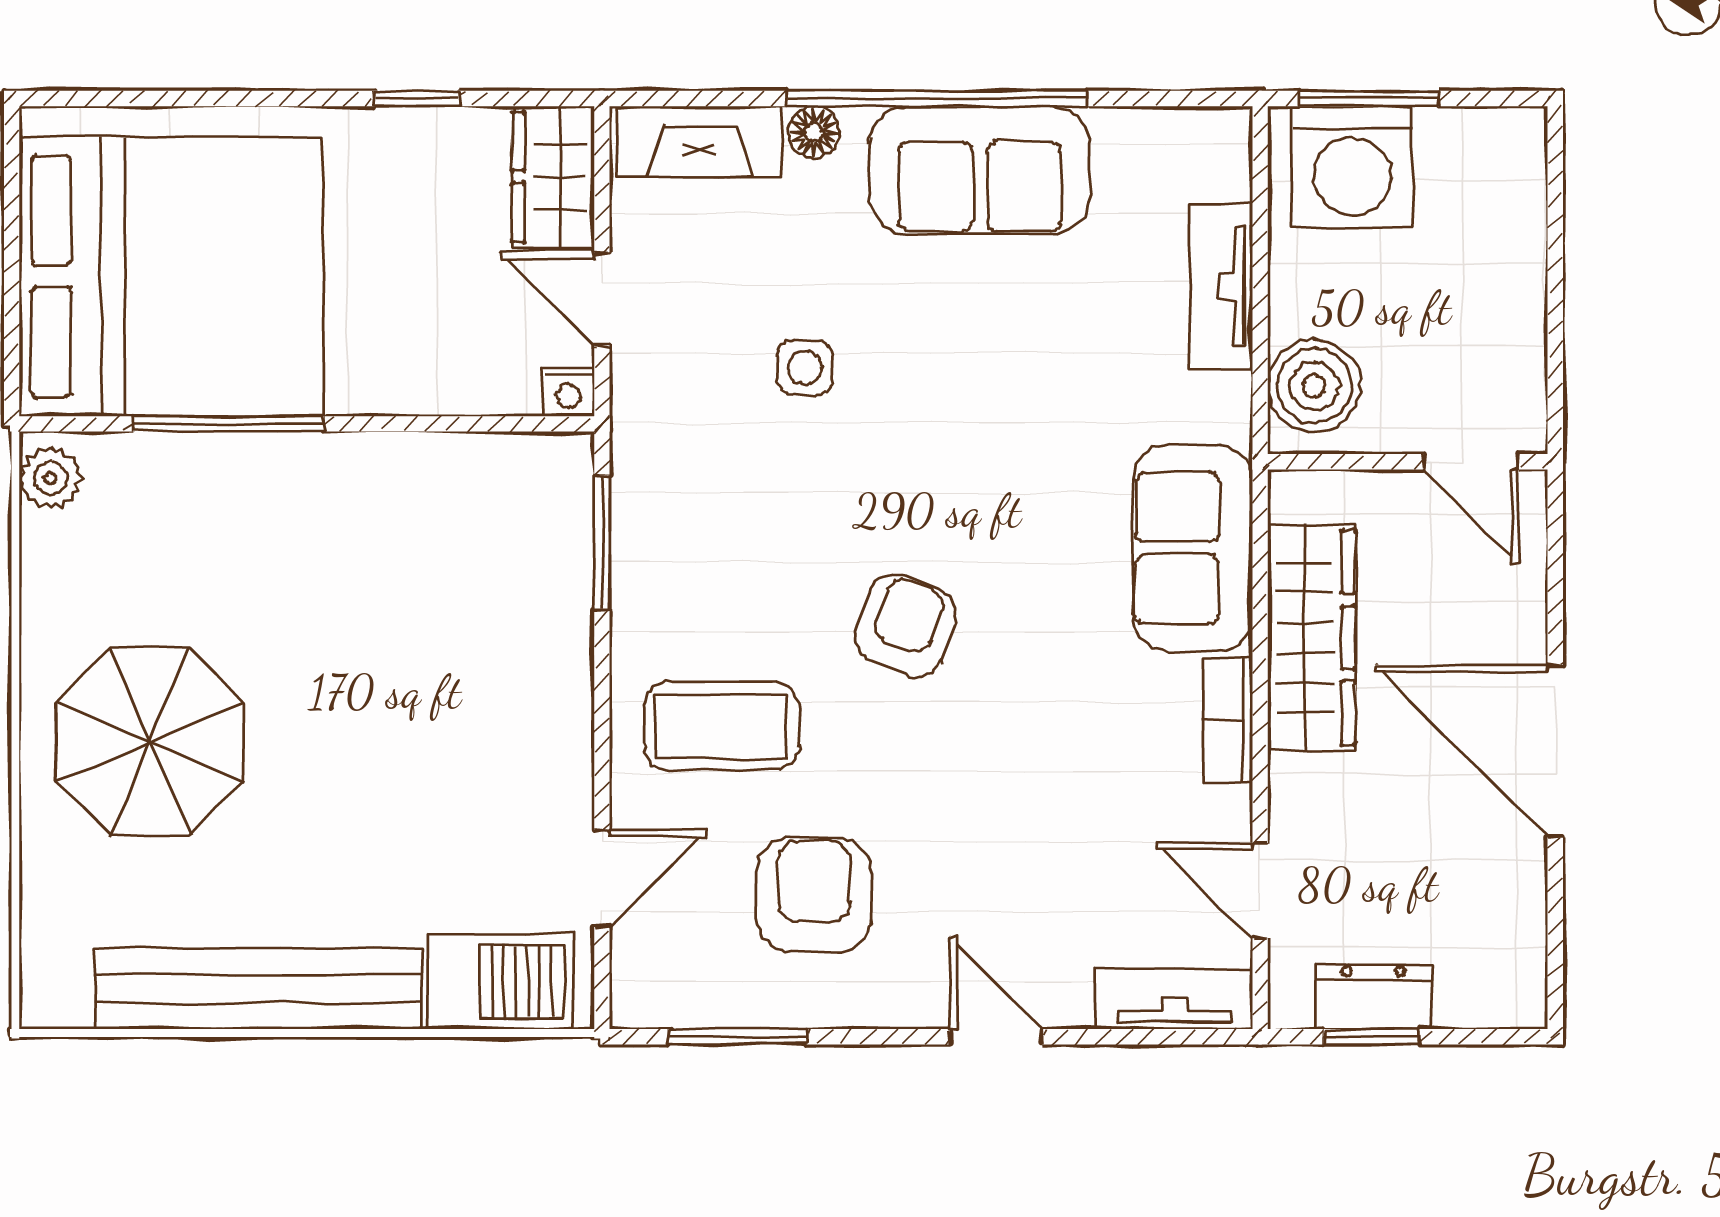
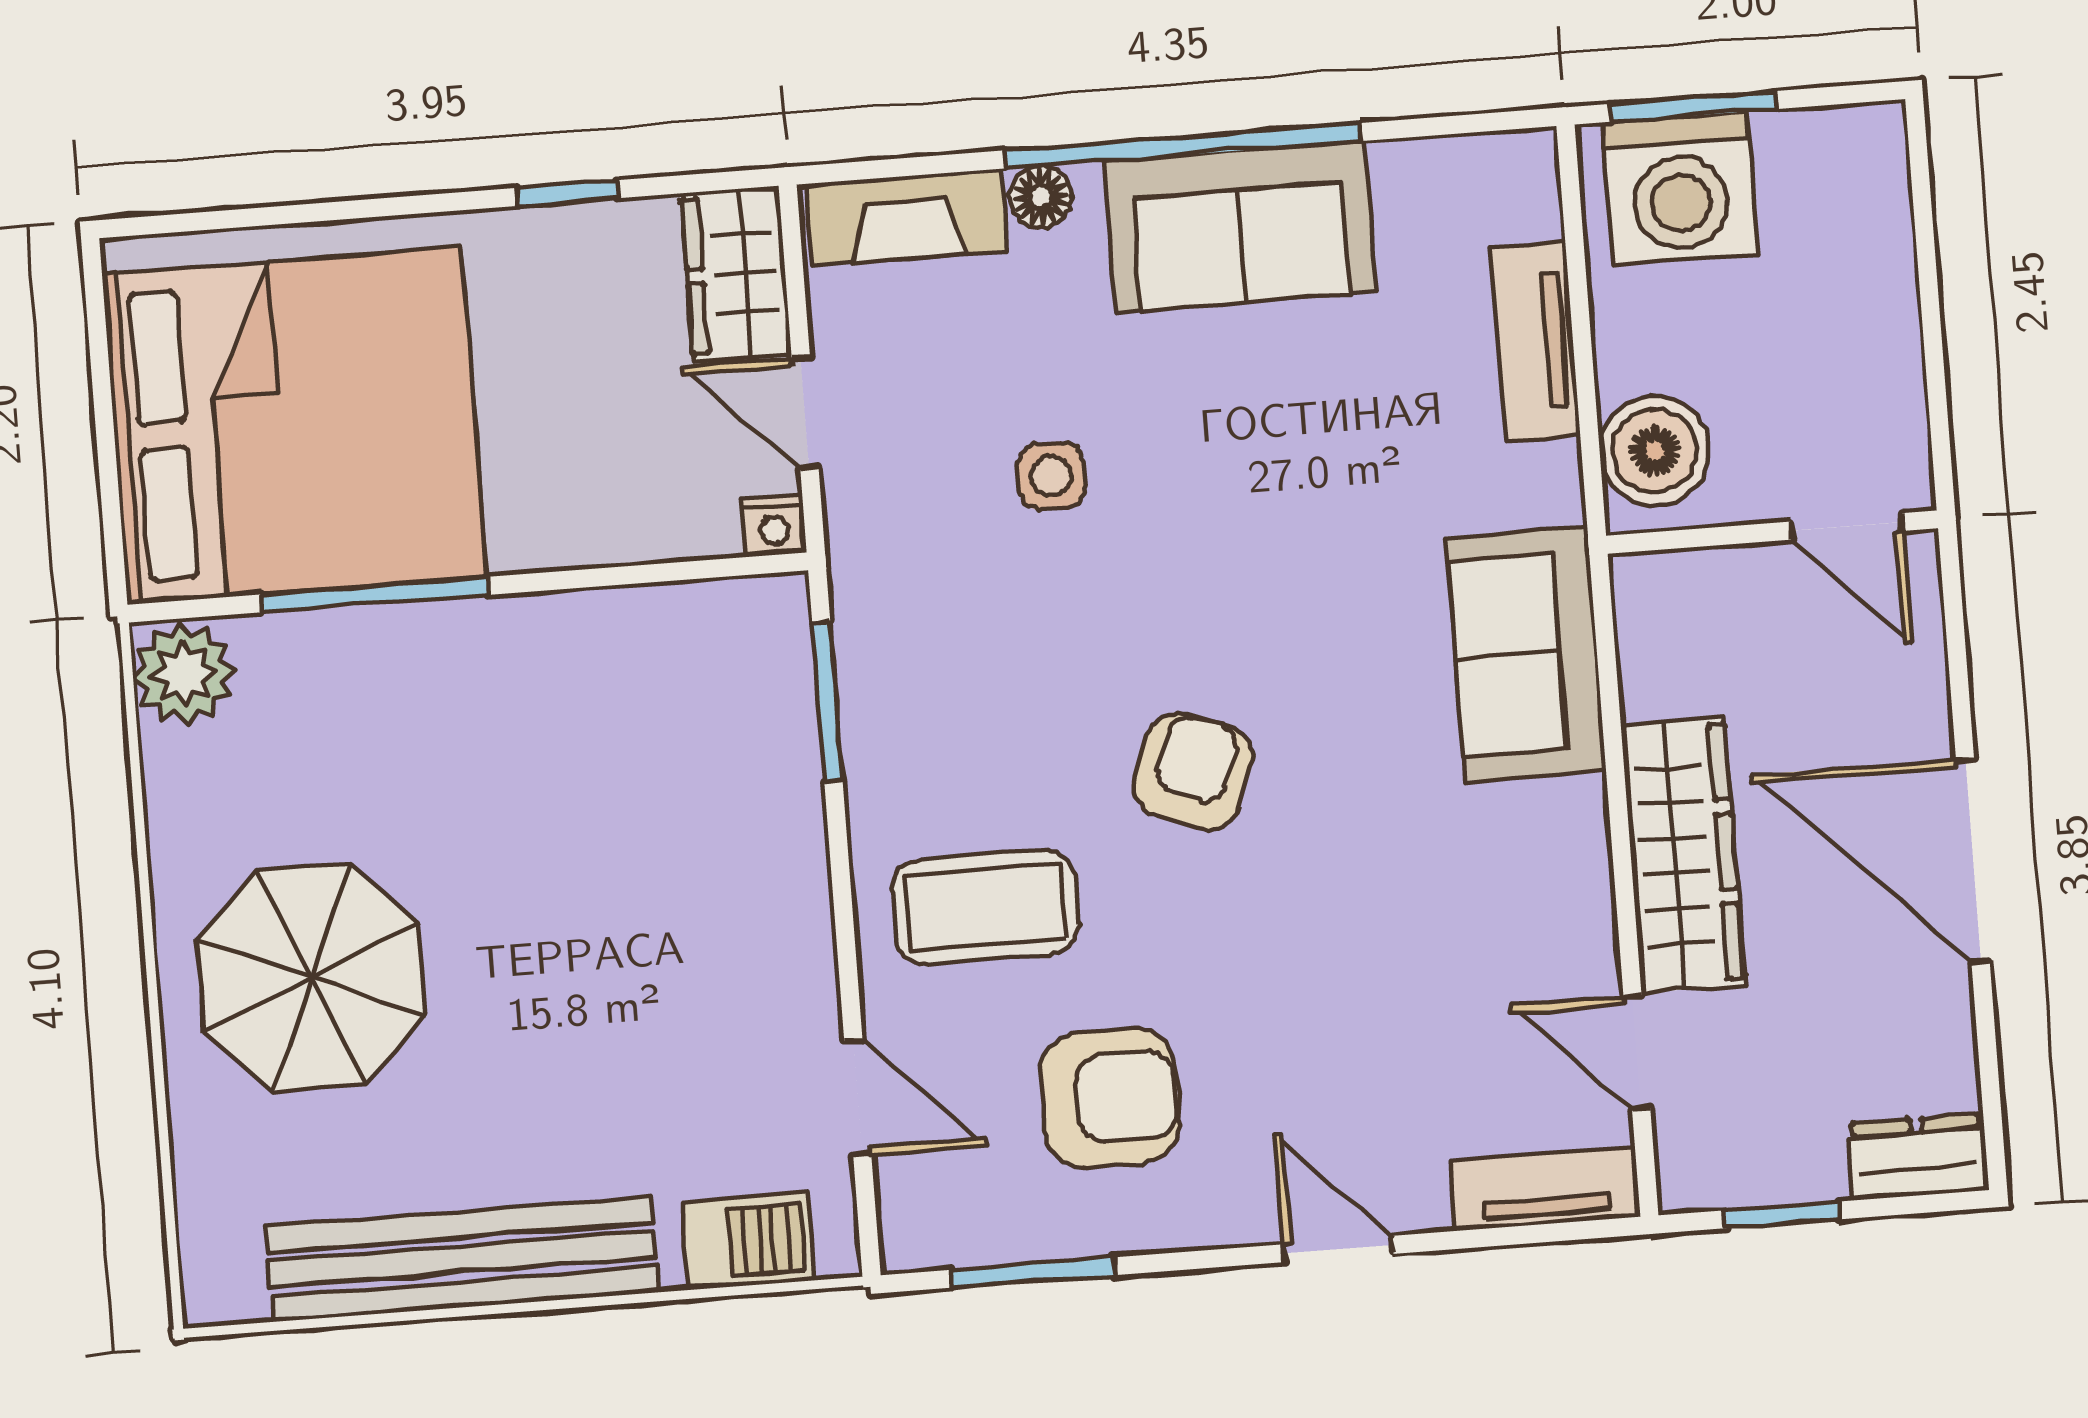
plant: (51, 478) -> (184, 674), width x1.38, depth x1.38
wardrobe: (1312, 637) -> (1683, 855), moved
bookcase: (1228, 720) -> (1583, 854), removed
door: (602, 879) -> (858, 1098), hinge flipped
armchair: (814, 895) -> (1110, 1098), turned 90
barbecue: (500, 982) -> (748, 1241), width x0.73, depth x0.79
dresser: (1373, 997) -> (1918, 1157), moved

